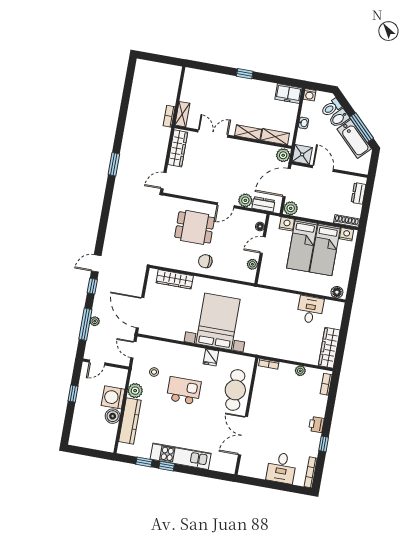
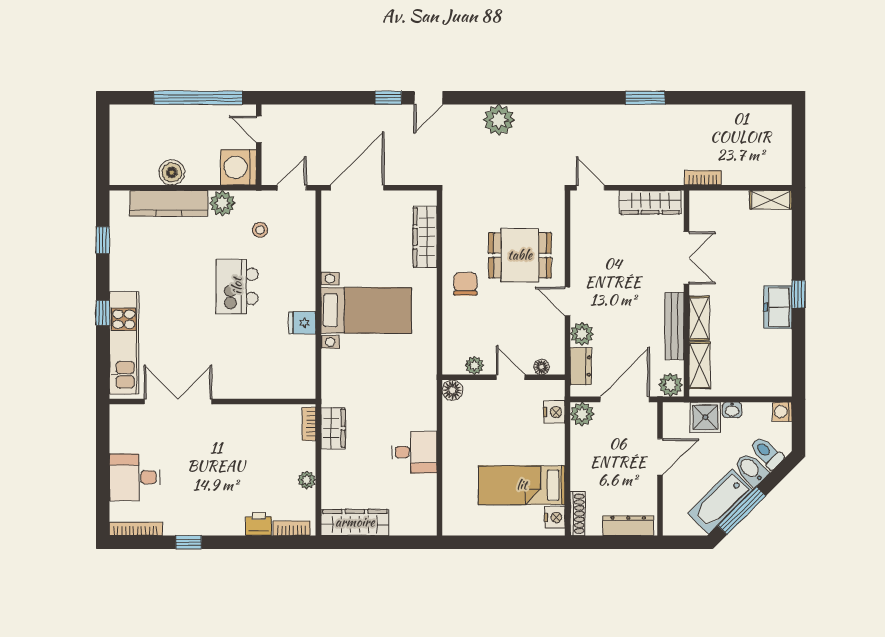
freezer: (288, 94) -> (778, 307), moved
shelving: (182, 114) -> (771, 200), moved
bench: (250, 147) -> (674, 326), added
shower: (302, 154) -> (705, 417), moved
window: (114, 164) -> (645, 98), moved
door: (287, 183) -> (625, 399), hinge flipped
dresser: (359, 193) -> (628, 526), width x1.44
dining table: (195, 227) -> (520, 255), turned 90
bed: (302, 246) -> (522, 445), removed
door: (96, 263) -> (428, 98), swing flipped
floor lamp: (337, 292) -> (452, 390), moved
desk: (310, 310) -> (414, 452), moved
plant: (95, 321) -> (499, 120), moved, width x1.88, depth x1.88
bed with nightstands: (218, 321) -> (366, 310), width x0.73
window: (85, 324) -> (321, 98), removed
wardrobe: (274, 351) -> (333, 428), added
cafe table: (235, 390) -> (254, 375), removed
kitchen island: (184, 391) -> (237, 286), turned 180
window: (73, 394) -> (198, 98), width x3.17
washing machine: (113, 397) -> (238, 167), moved, turned -90
printer: (316, 424) -> (259, 524), moved
kitchen unit: (181, 456) -> (124, 343), moved
window: (167, 466) -> (103, 313), moved

